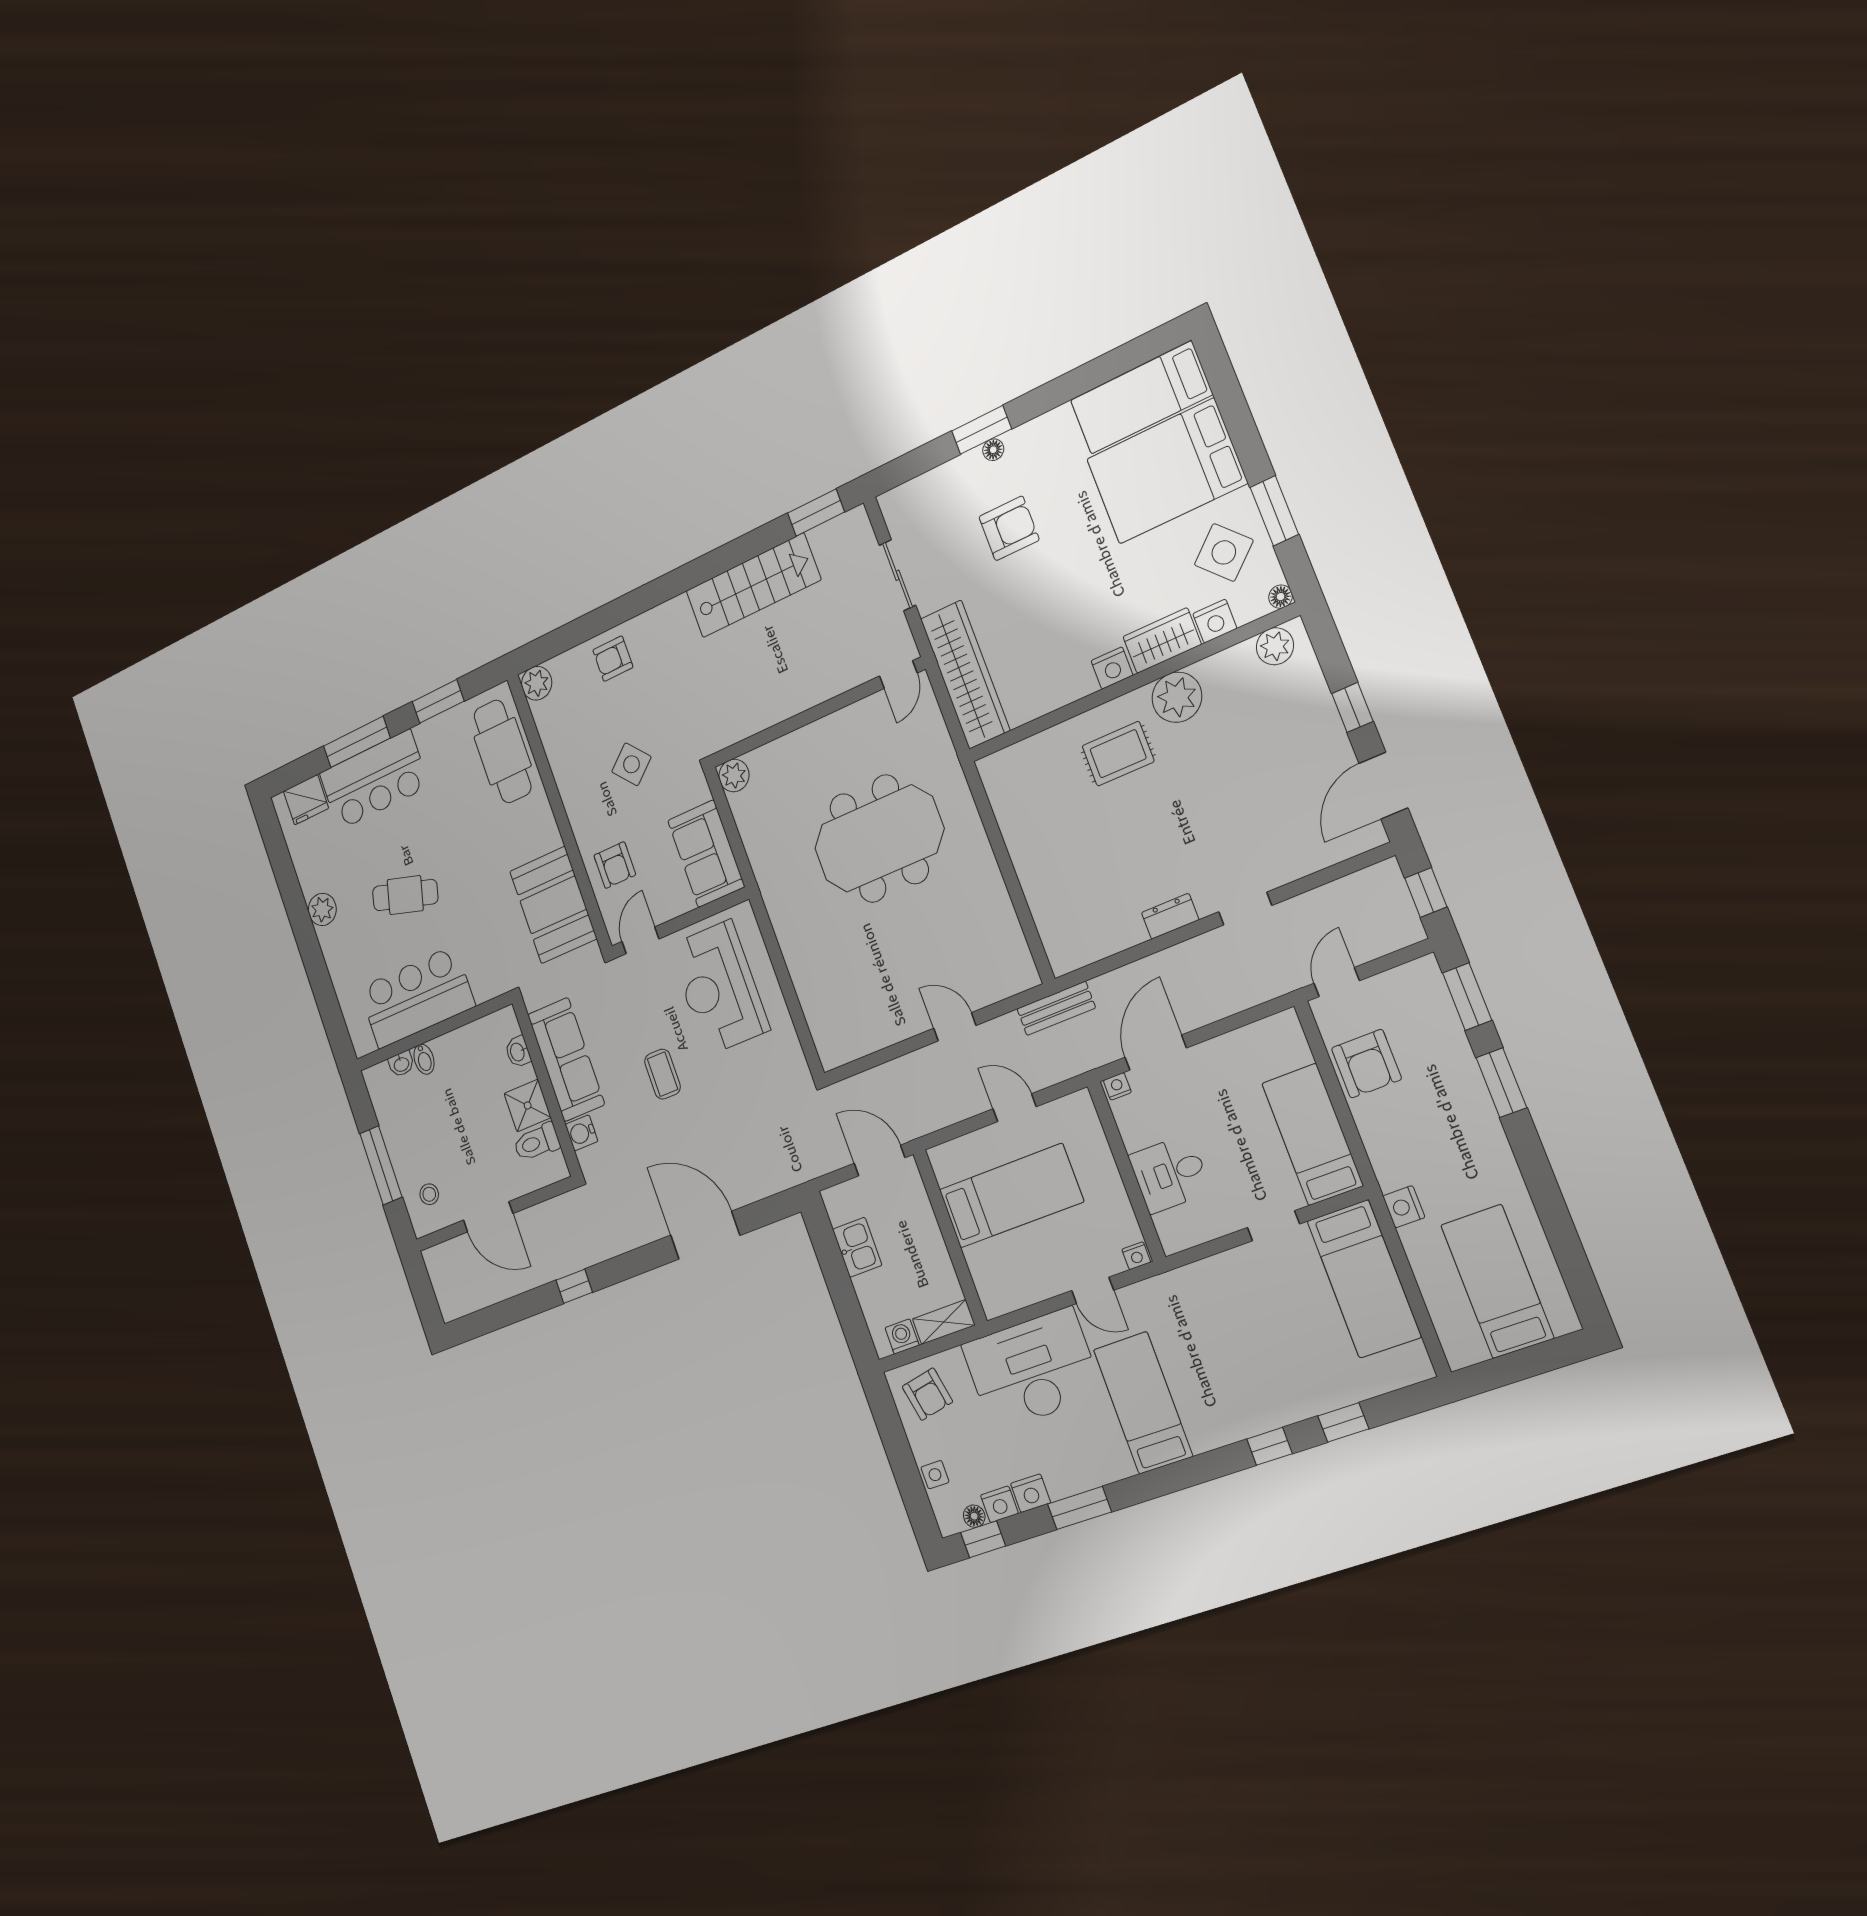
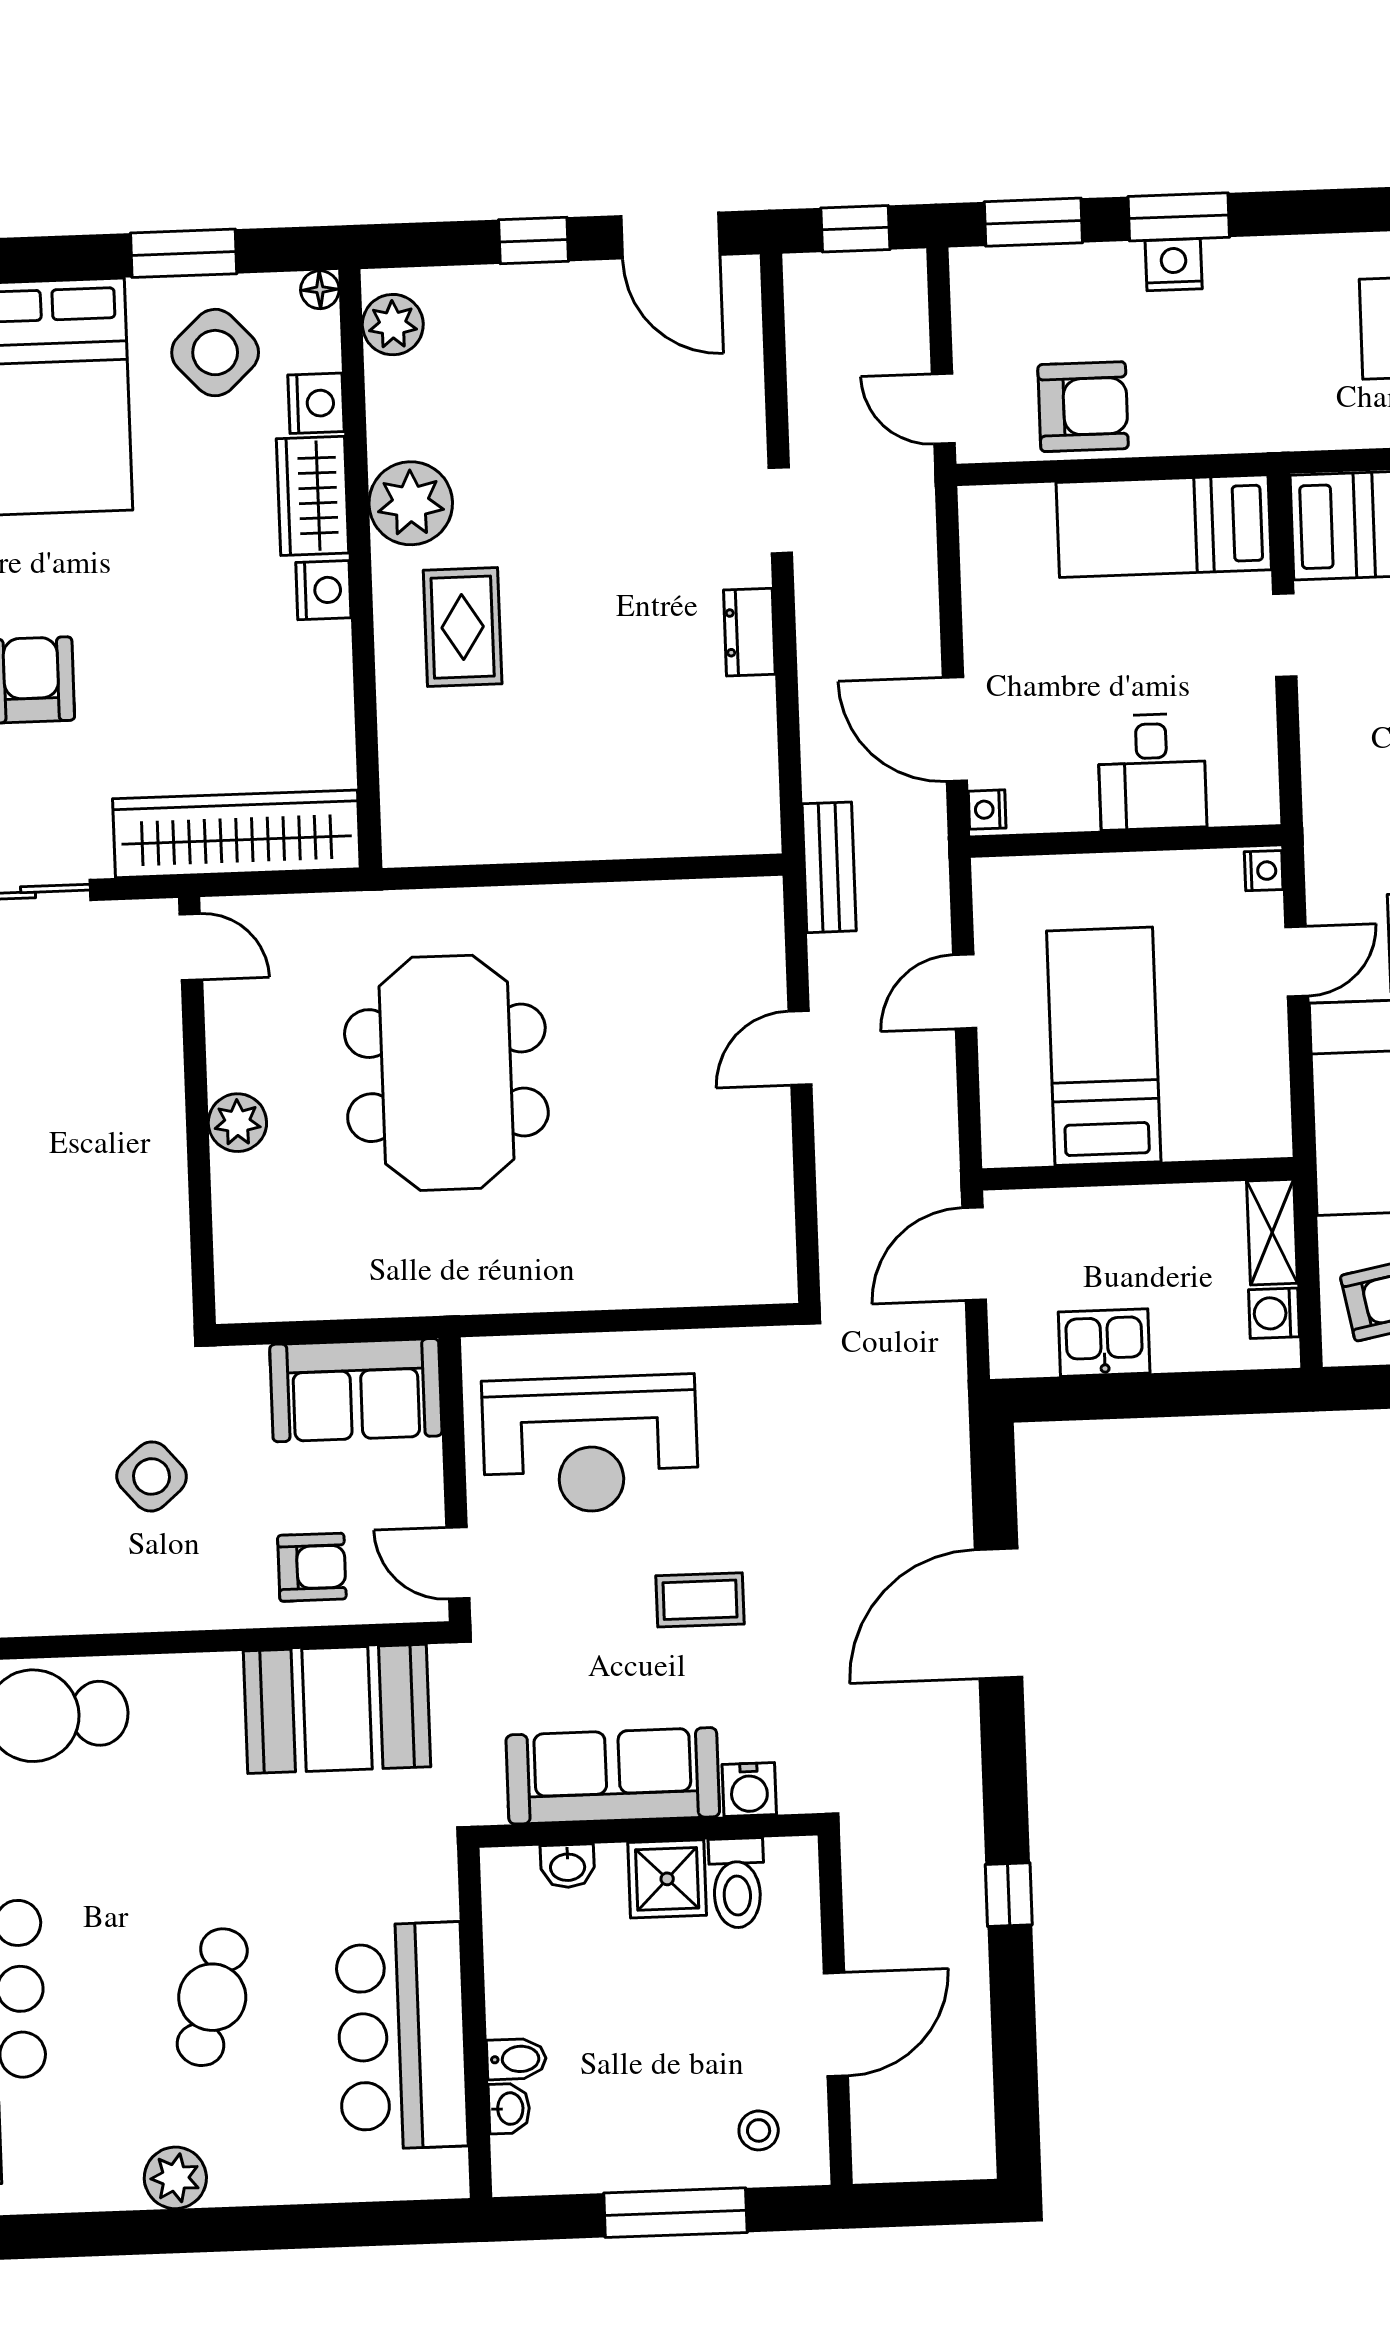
plant: (734, 776) -> (237, 1123), moved
nightstand: (1404, 1207) -> (1174, 265), moved, turned 180

